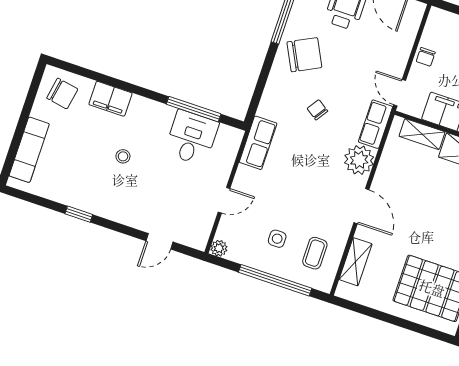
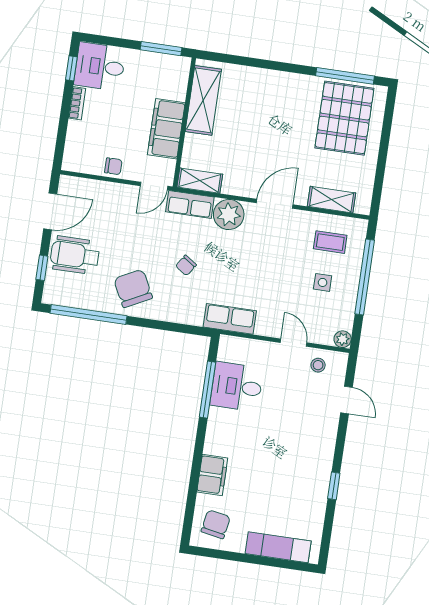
shelving: (422, 134) -> (200, 181), moved, turned 90
stool: (123, 156) -> (318, 365), moved

